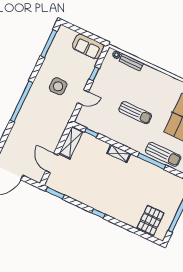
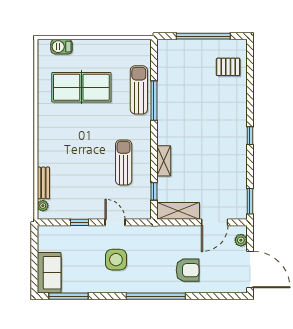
sofa: (88, 46) -> (49, 273), moved
sun lounger: (135, 113) -> (124, 162), moved
armchair: (29, 130) -> (188, 270), added
shelving: (119, 154) -> (164, 161), moved
plant: (32, 175) -> (241, 240), added
pallet: (151, 220) -> (228, 67), width x0.67, depth x0.71

